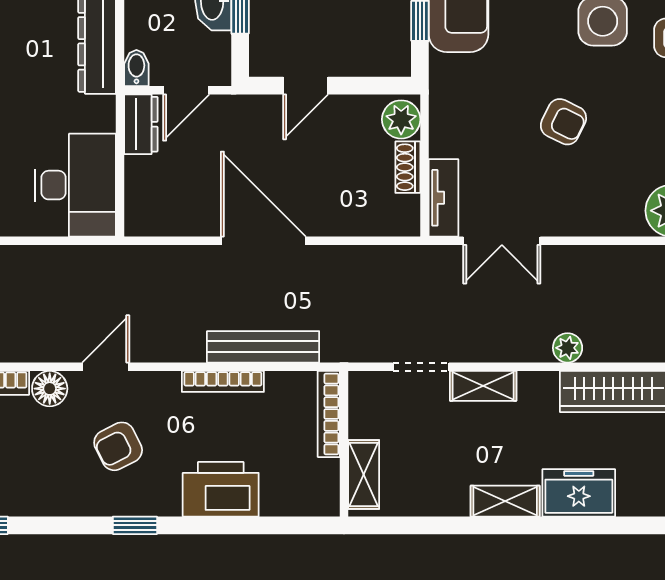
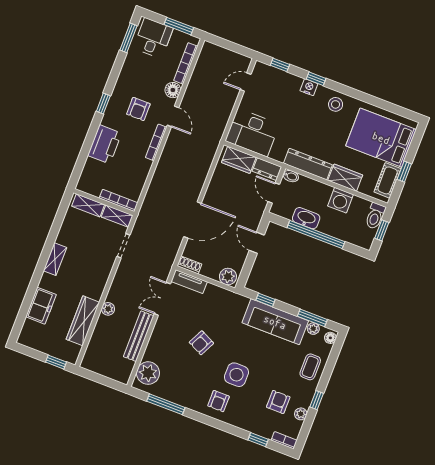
shoe rack: (408, 167) -> (189, 265), moved
wardrobe: (144, 192) -> (239, 160), added
door: (263, 241) -> (193, 220), moved
bench: (263, 347) -> (139, 336), moved
bookcase: (223, 381) -> (156, 142), moved
shelving: (483, 386) -> (117, 216), moved, turned 90
armchair: (118, 446) -> (138, 109), turned -153
freezer: (579, 493) -> (41, 306), moved

